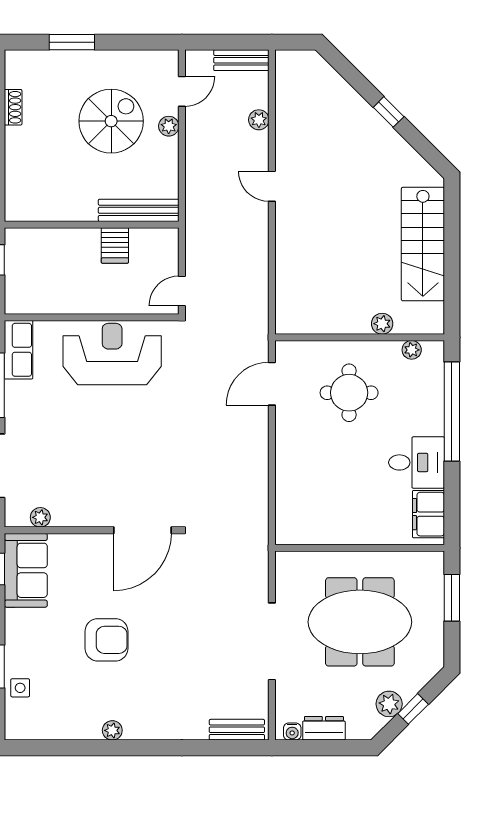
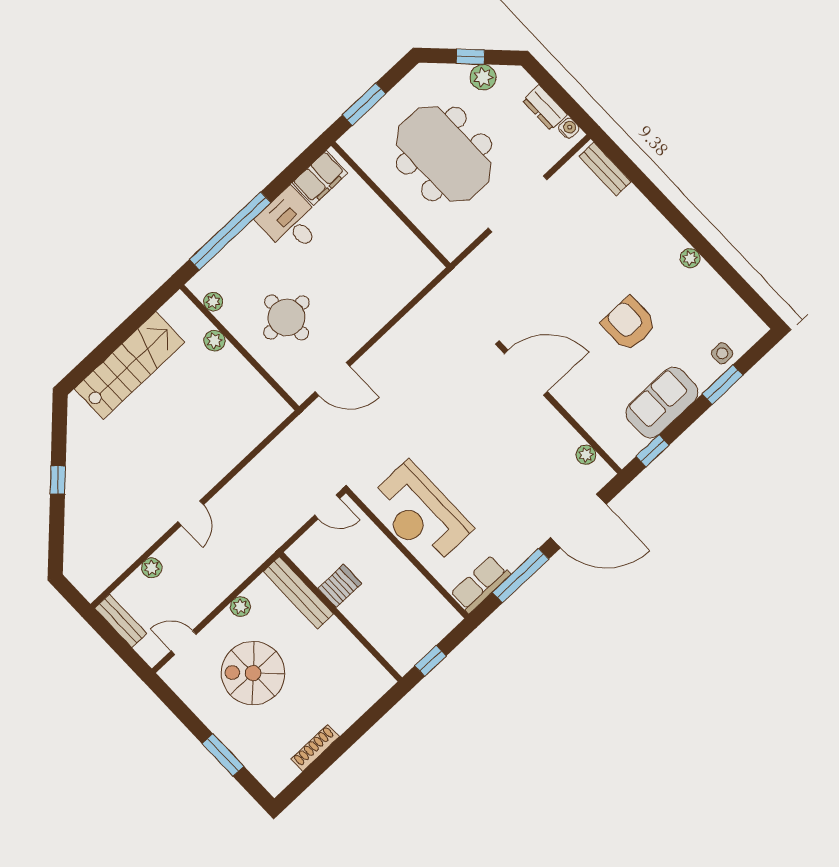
shoe rack: (13, 107) -> (315, 748), width x1.43
plant: (169, 126) -> (240, 607), moved
sofa: (26, 570) -> (662, 403), moved

